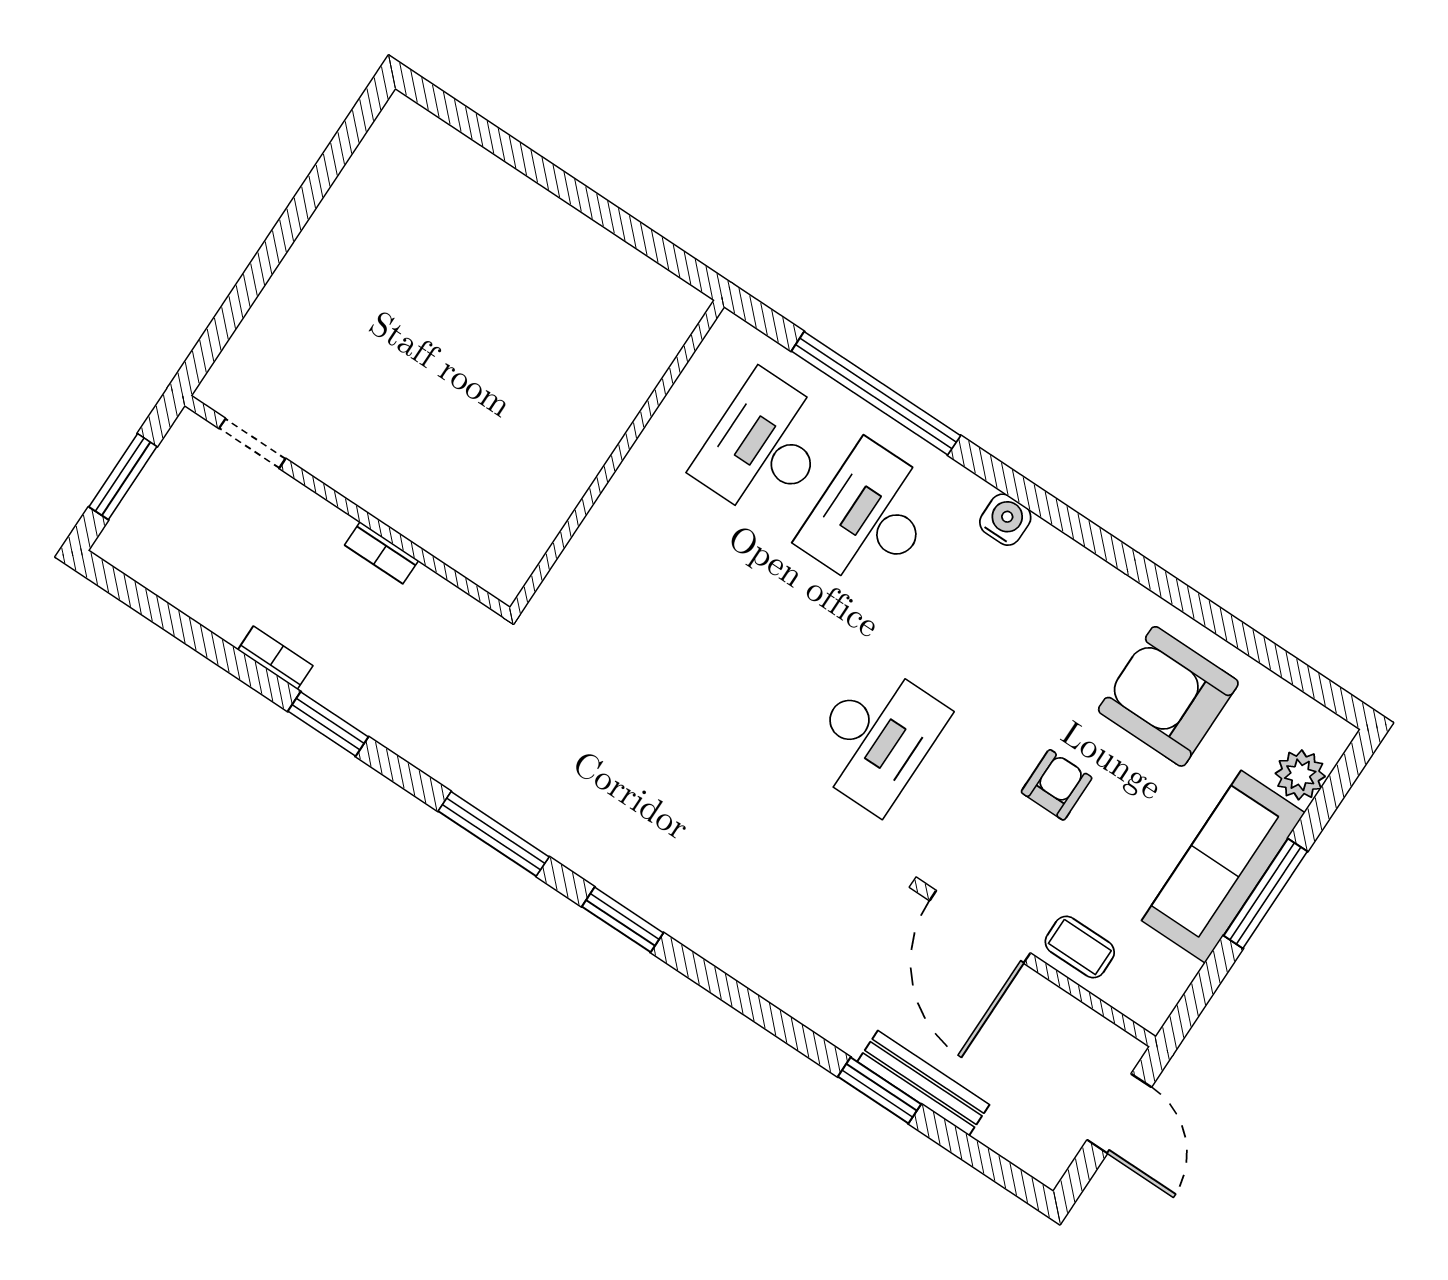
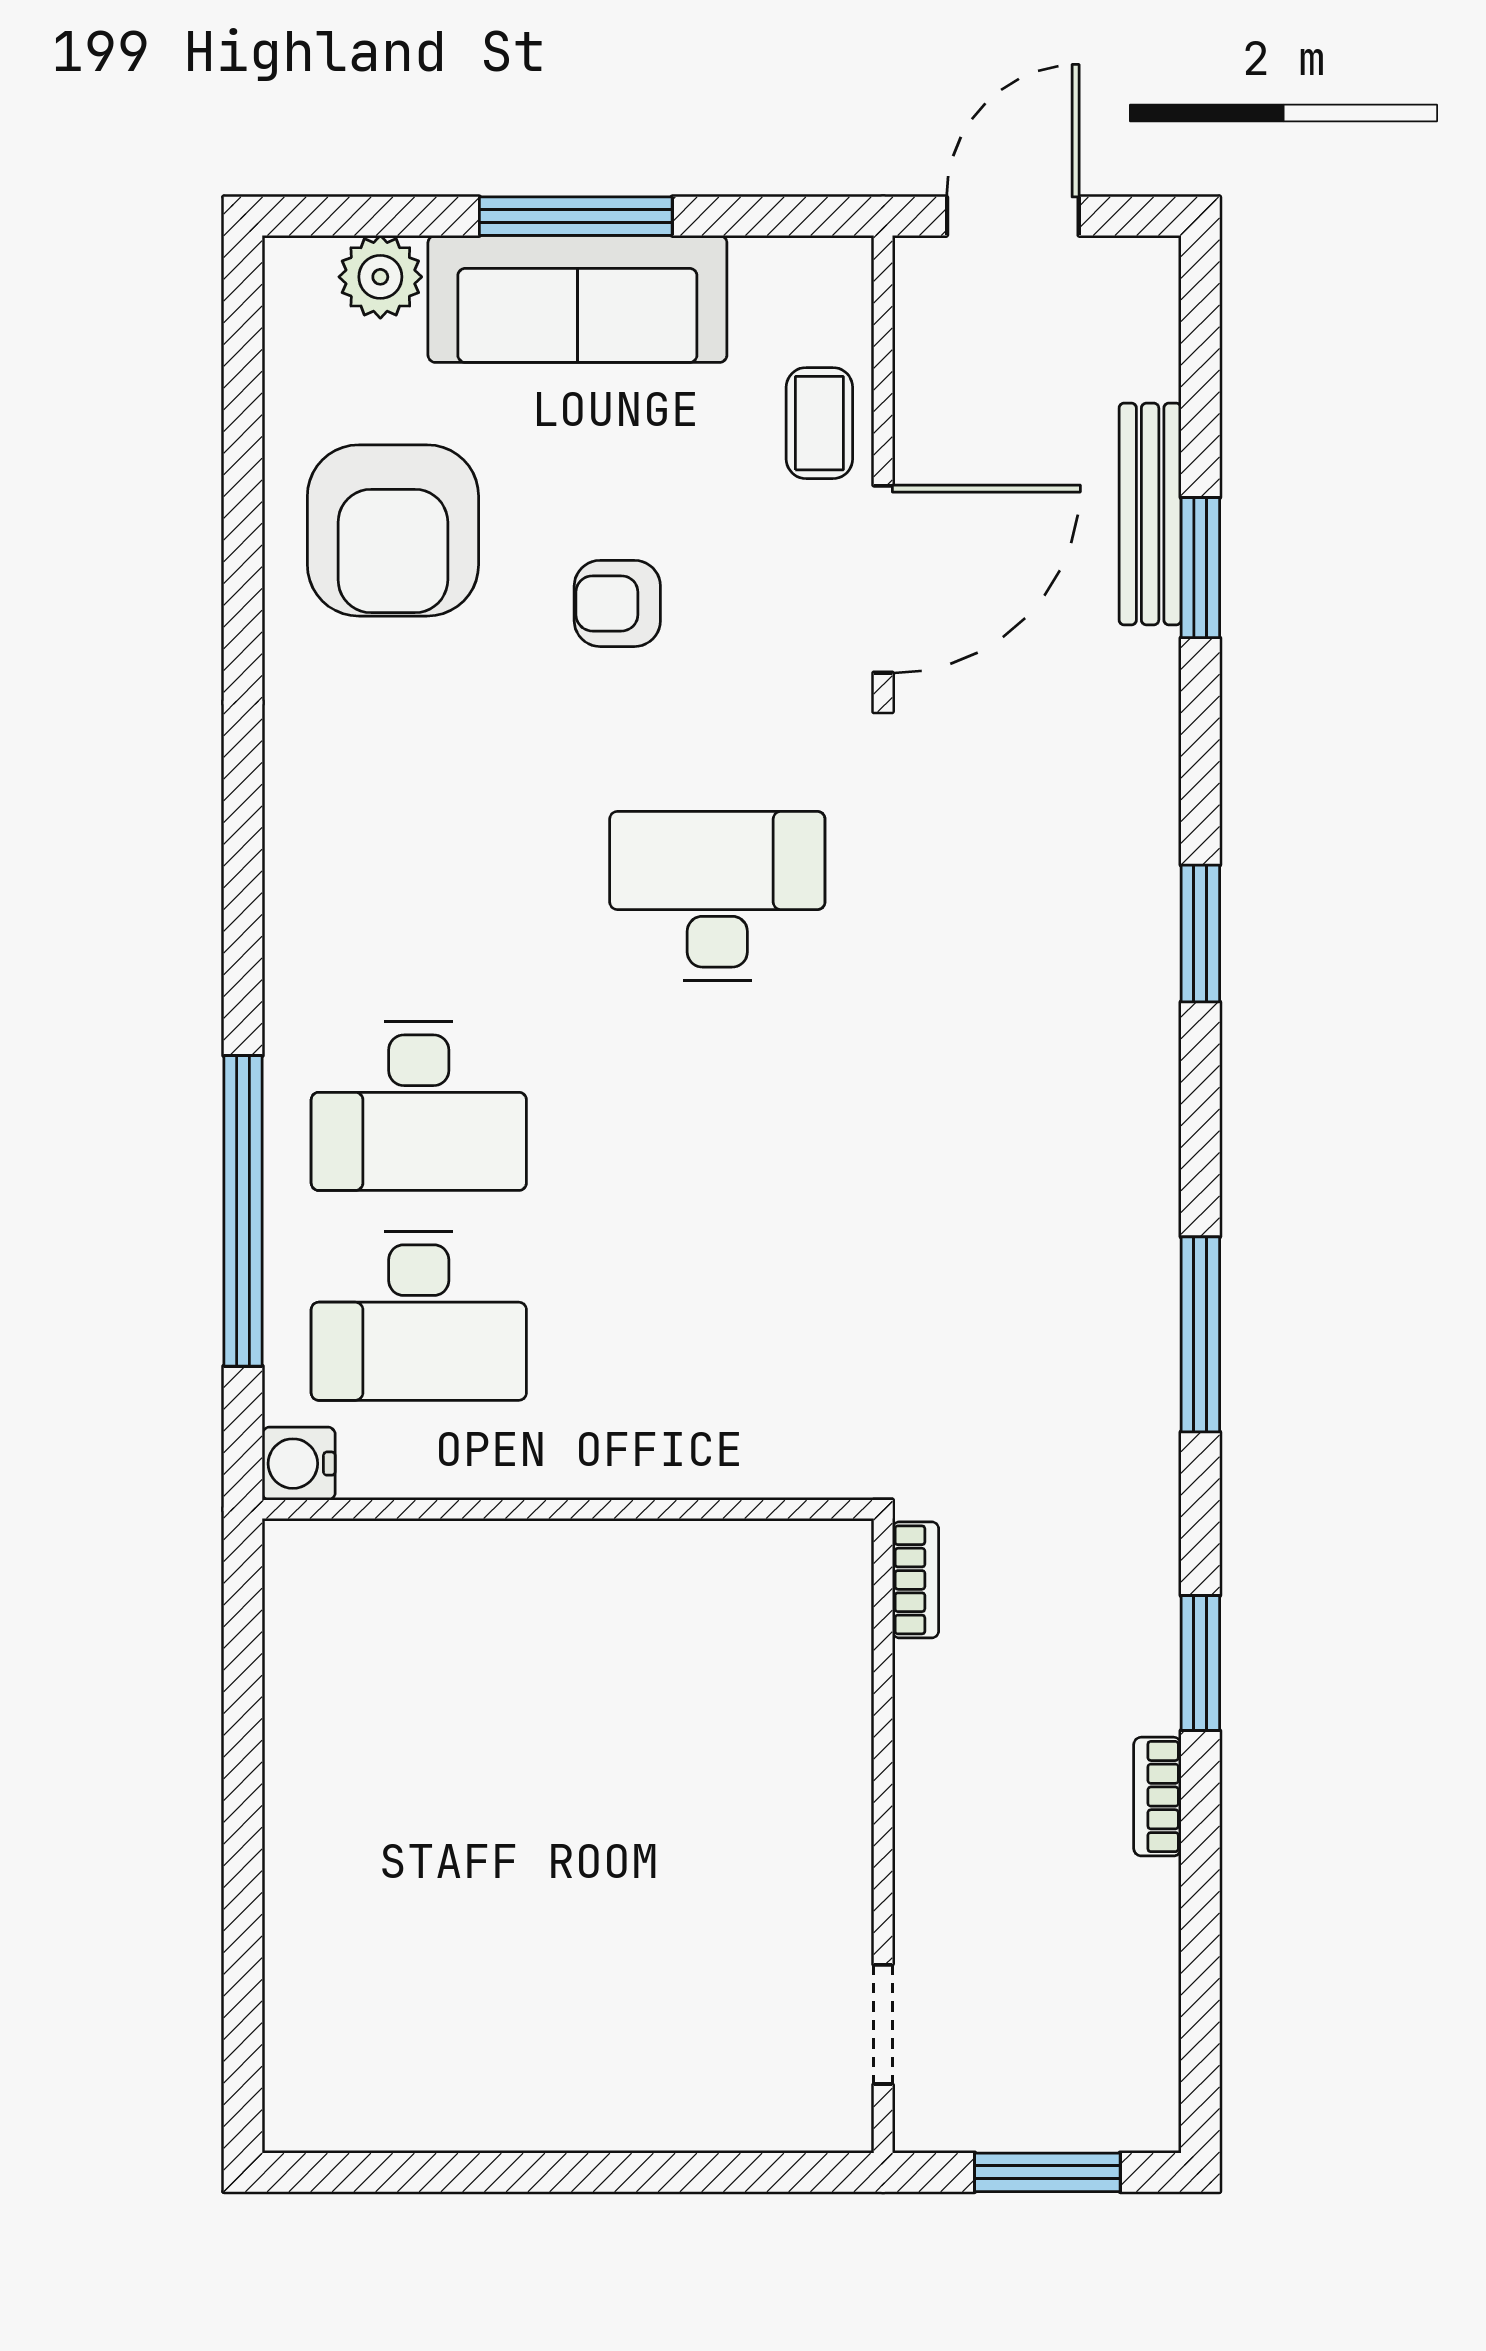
water cooler: (1005, 520) -> (299, 1464), moved
bookcase: (381, 553) -> (916, 1580), moved
window: (623, 920) -> (1200, 933), moved

